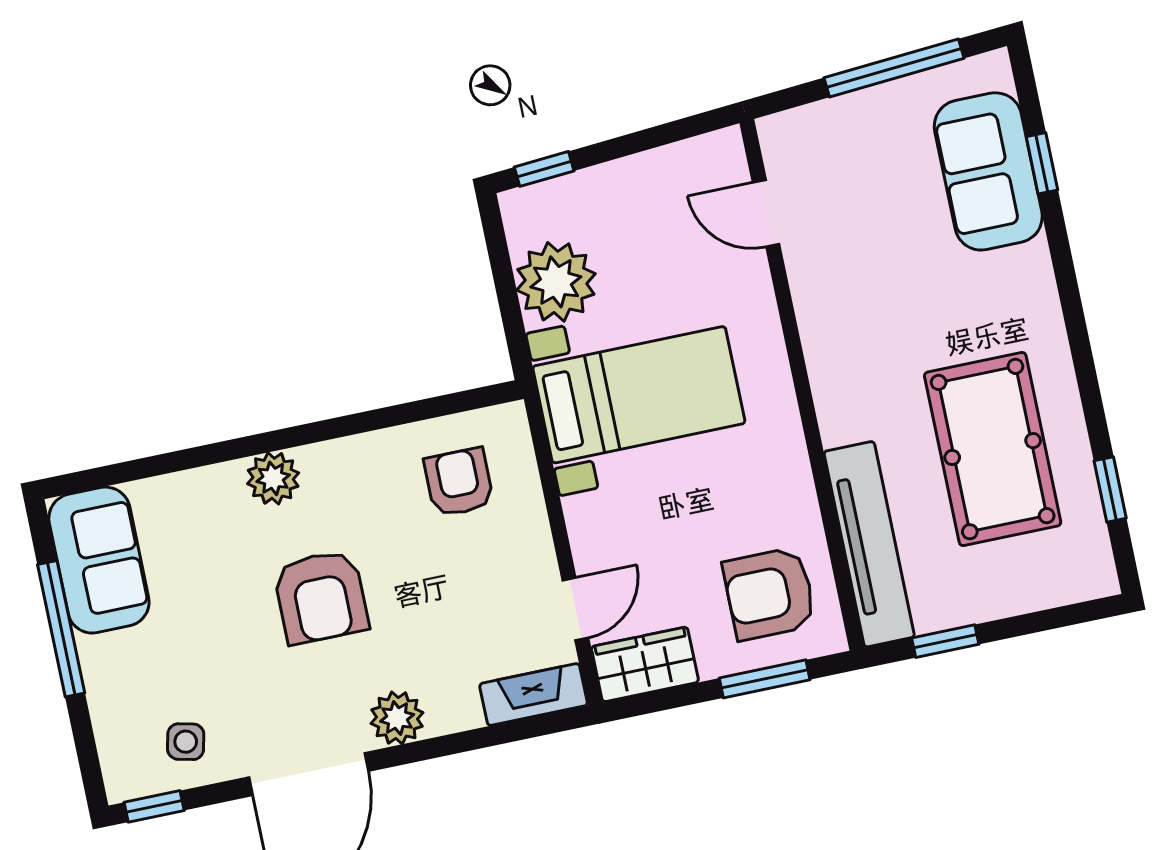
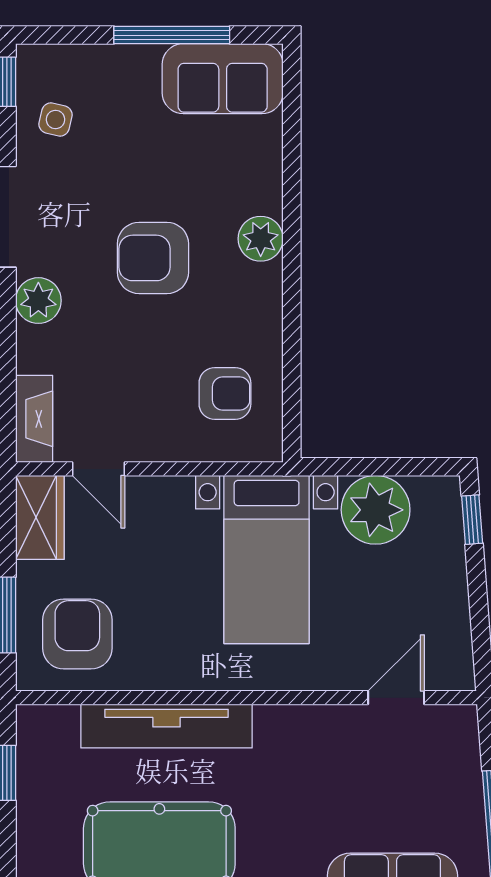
tv unit: (869, 544) -> (166, 726), moved

